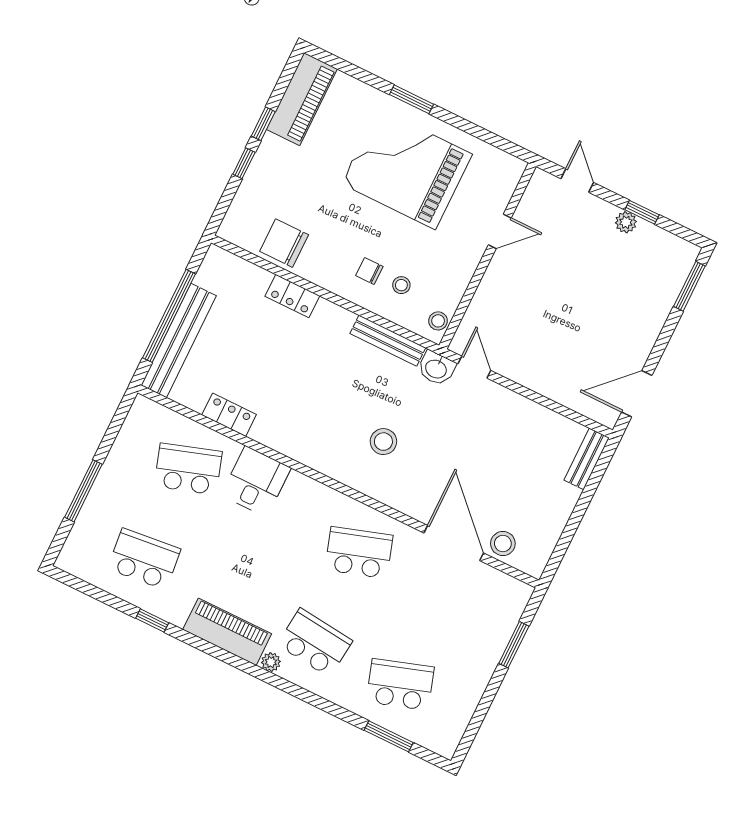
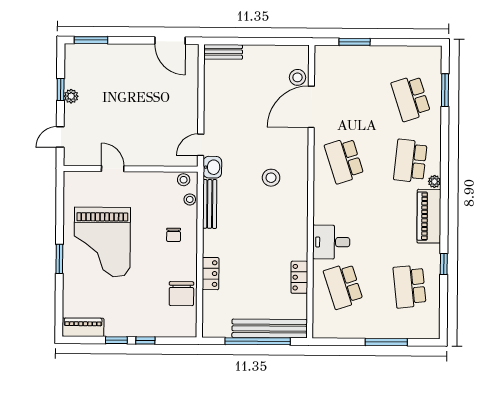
piano: (302, 99) -> (83, 327), width x0.73, depth x0.75
stool: (401, 285) -> (190, 199), moved

